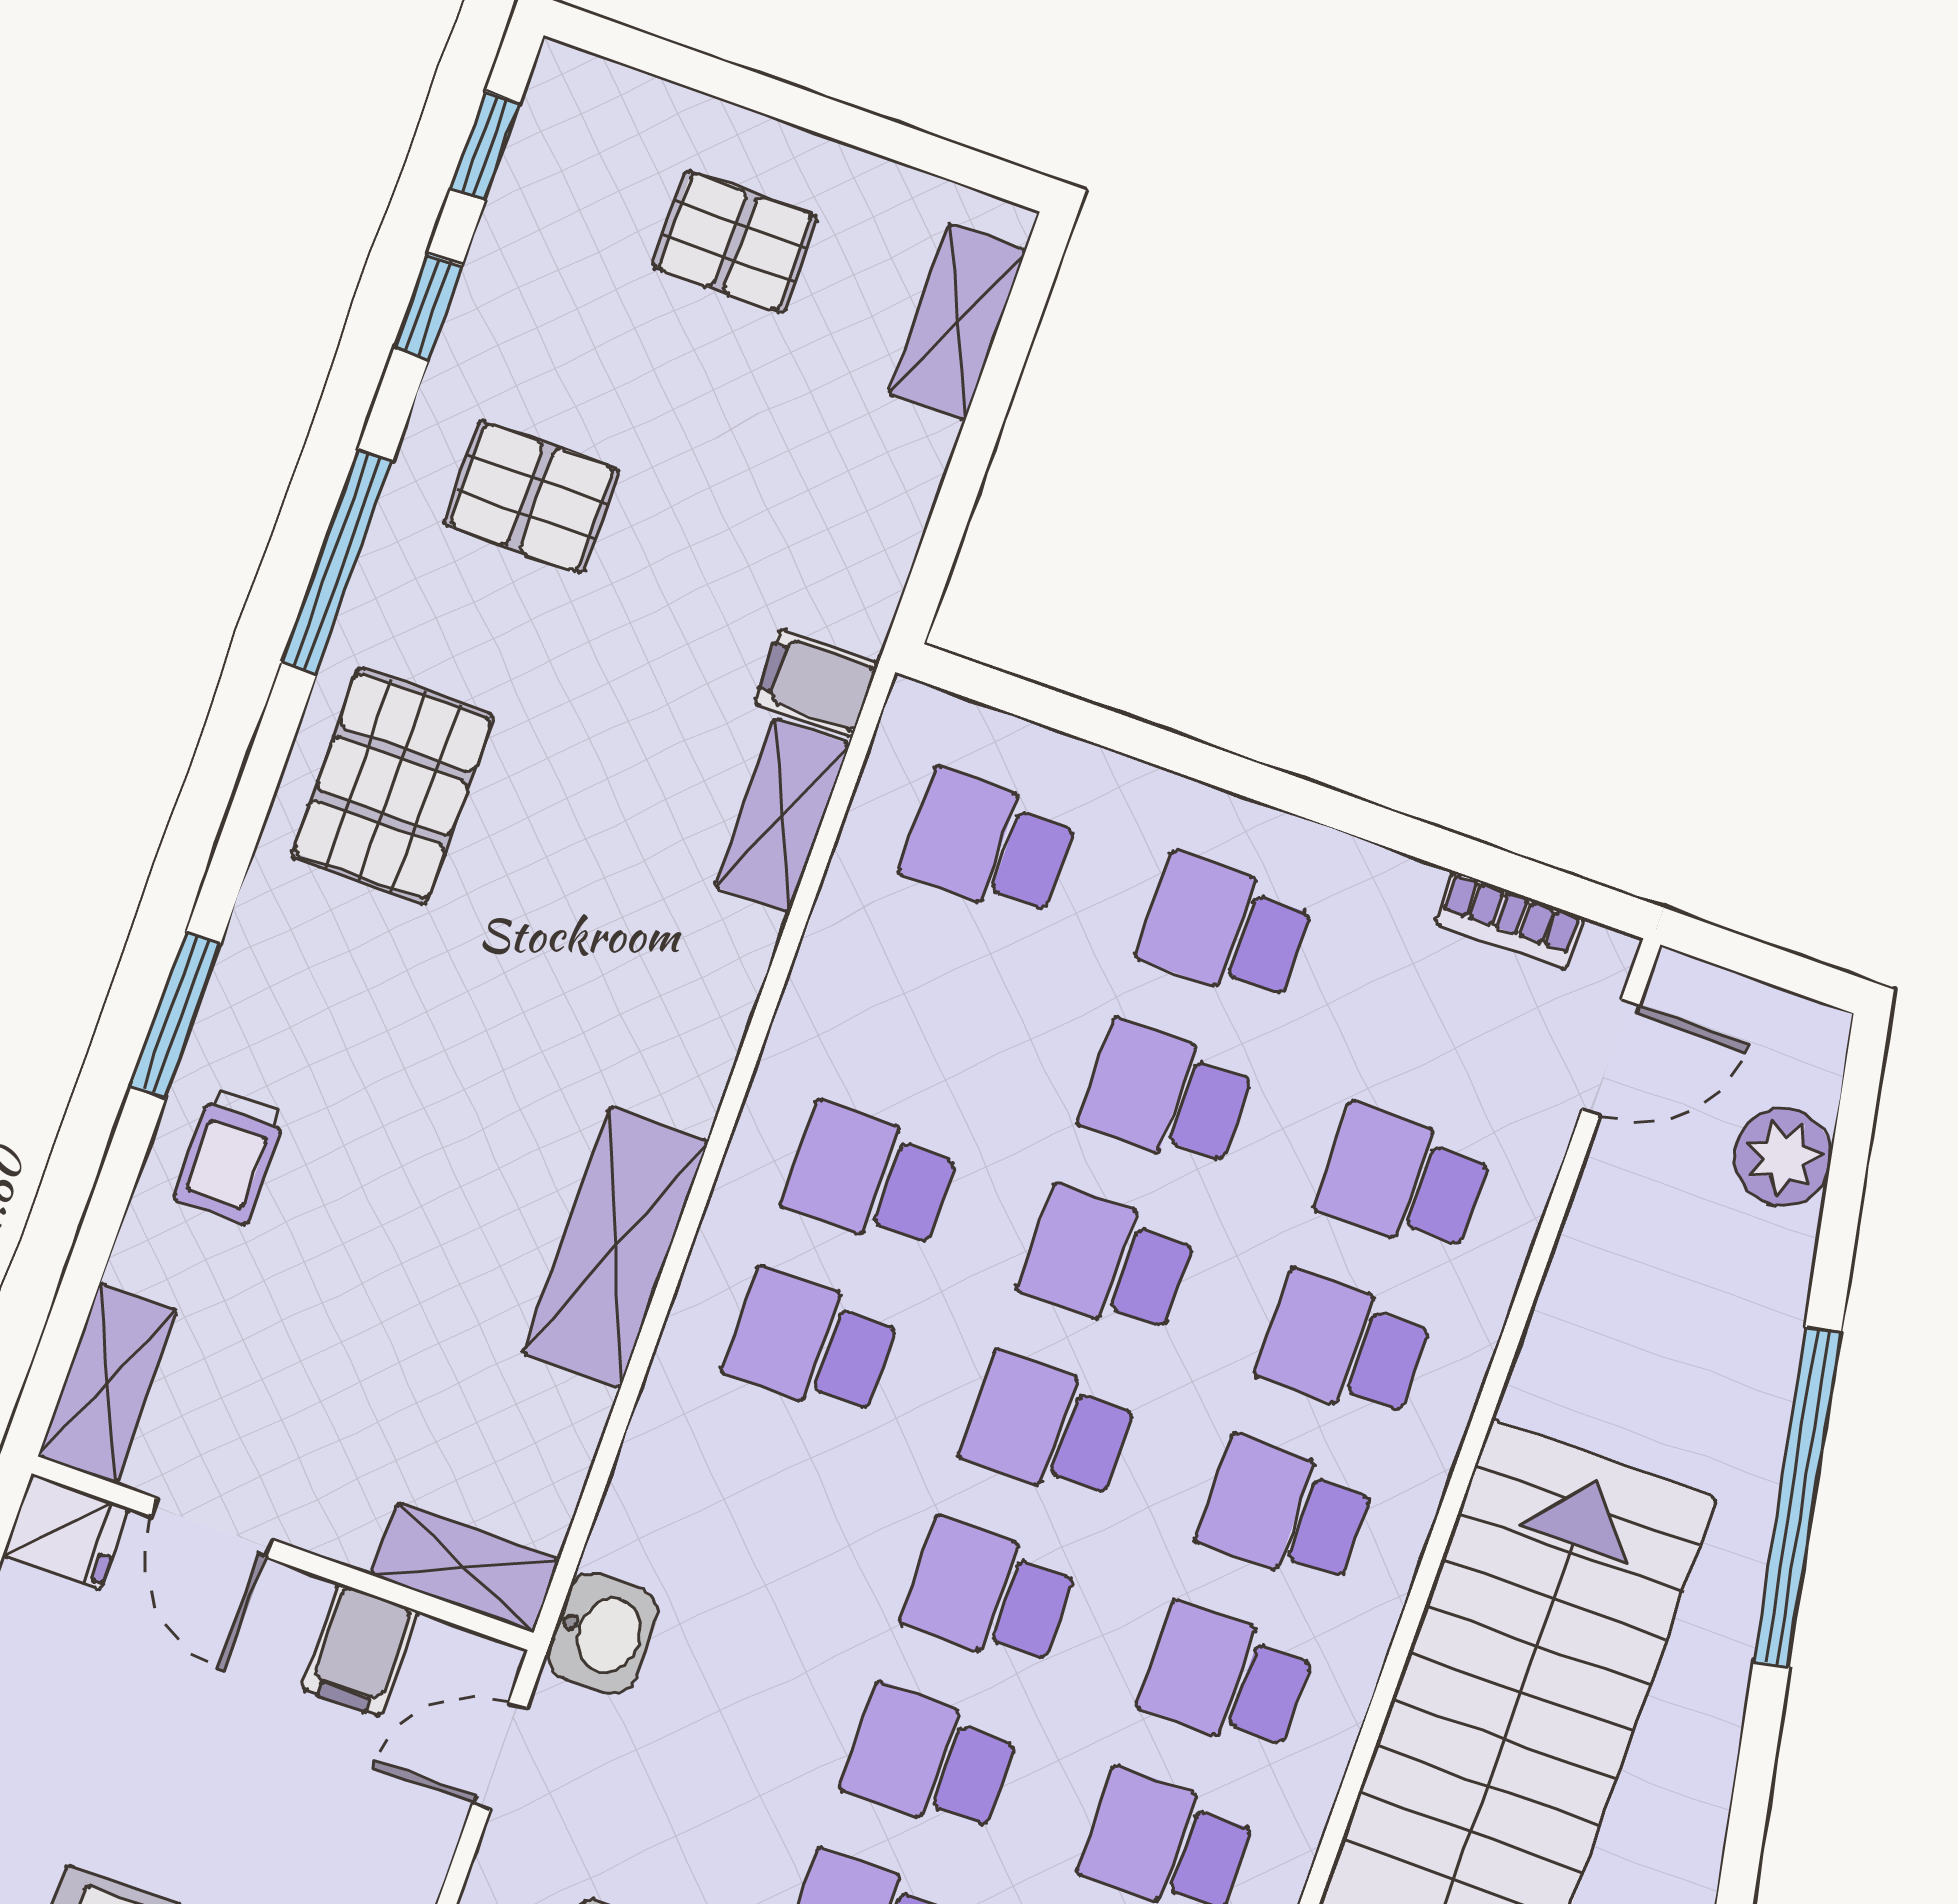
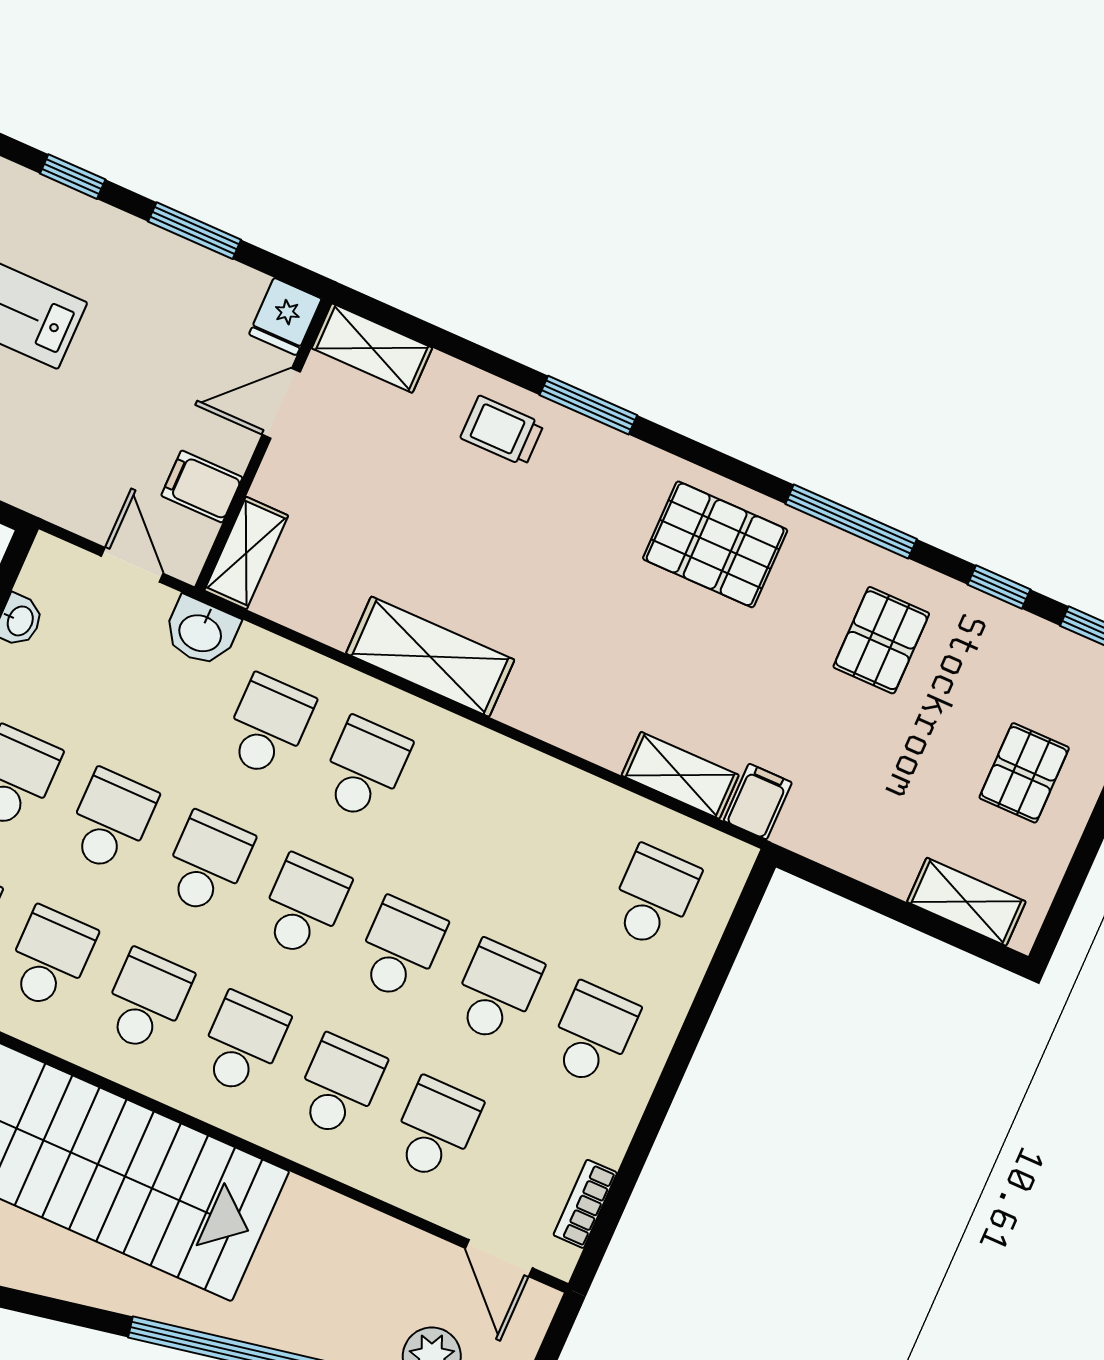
school desk: (870, 1177) -> (268, 726), moved

